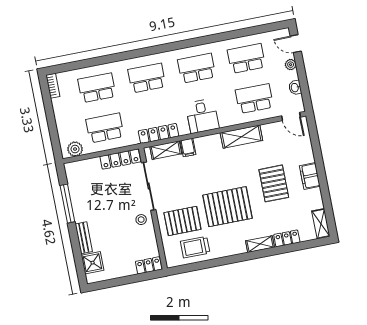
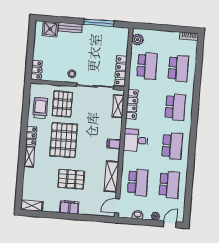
shelving: (241, 137) -> (112, 176), moved
filing cabinet: (188, 147) -> (114, 144), moved
locker: (287, 238) -> (31, 136), moved

